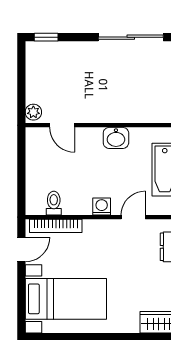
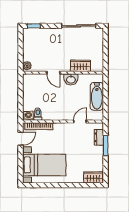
wardrobe: (134, 112) -> (80, 66), added
door: (62, 125) -> (53, 73), moved
washing machine: (102, 206) -> (28, 116), moved

